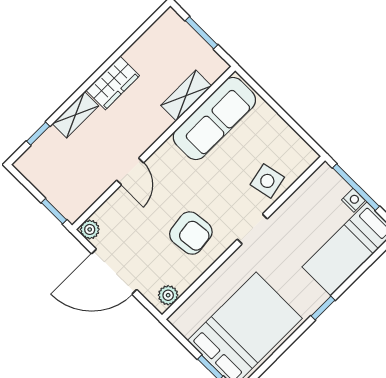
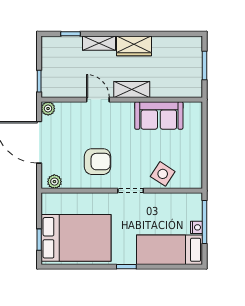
shelving: (186, 96) -> (132, 89), moved
sofa: (214, 119) -> (159, 115), width x0.73
door: (130, 171) -> (98, 100), swing flipped
side table: (267, 181) -> (163, 174), turned 45
armchair: (191, 233) -> (98, 162), turned -83

